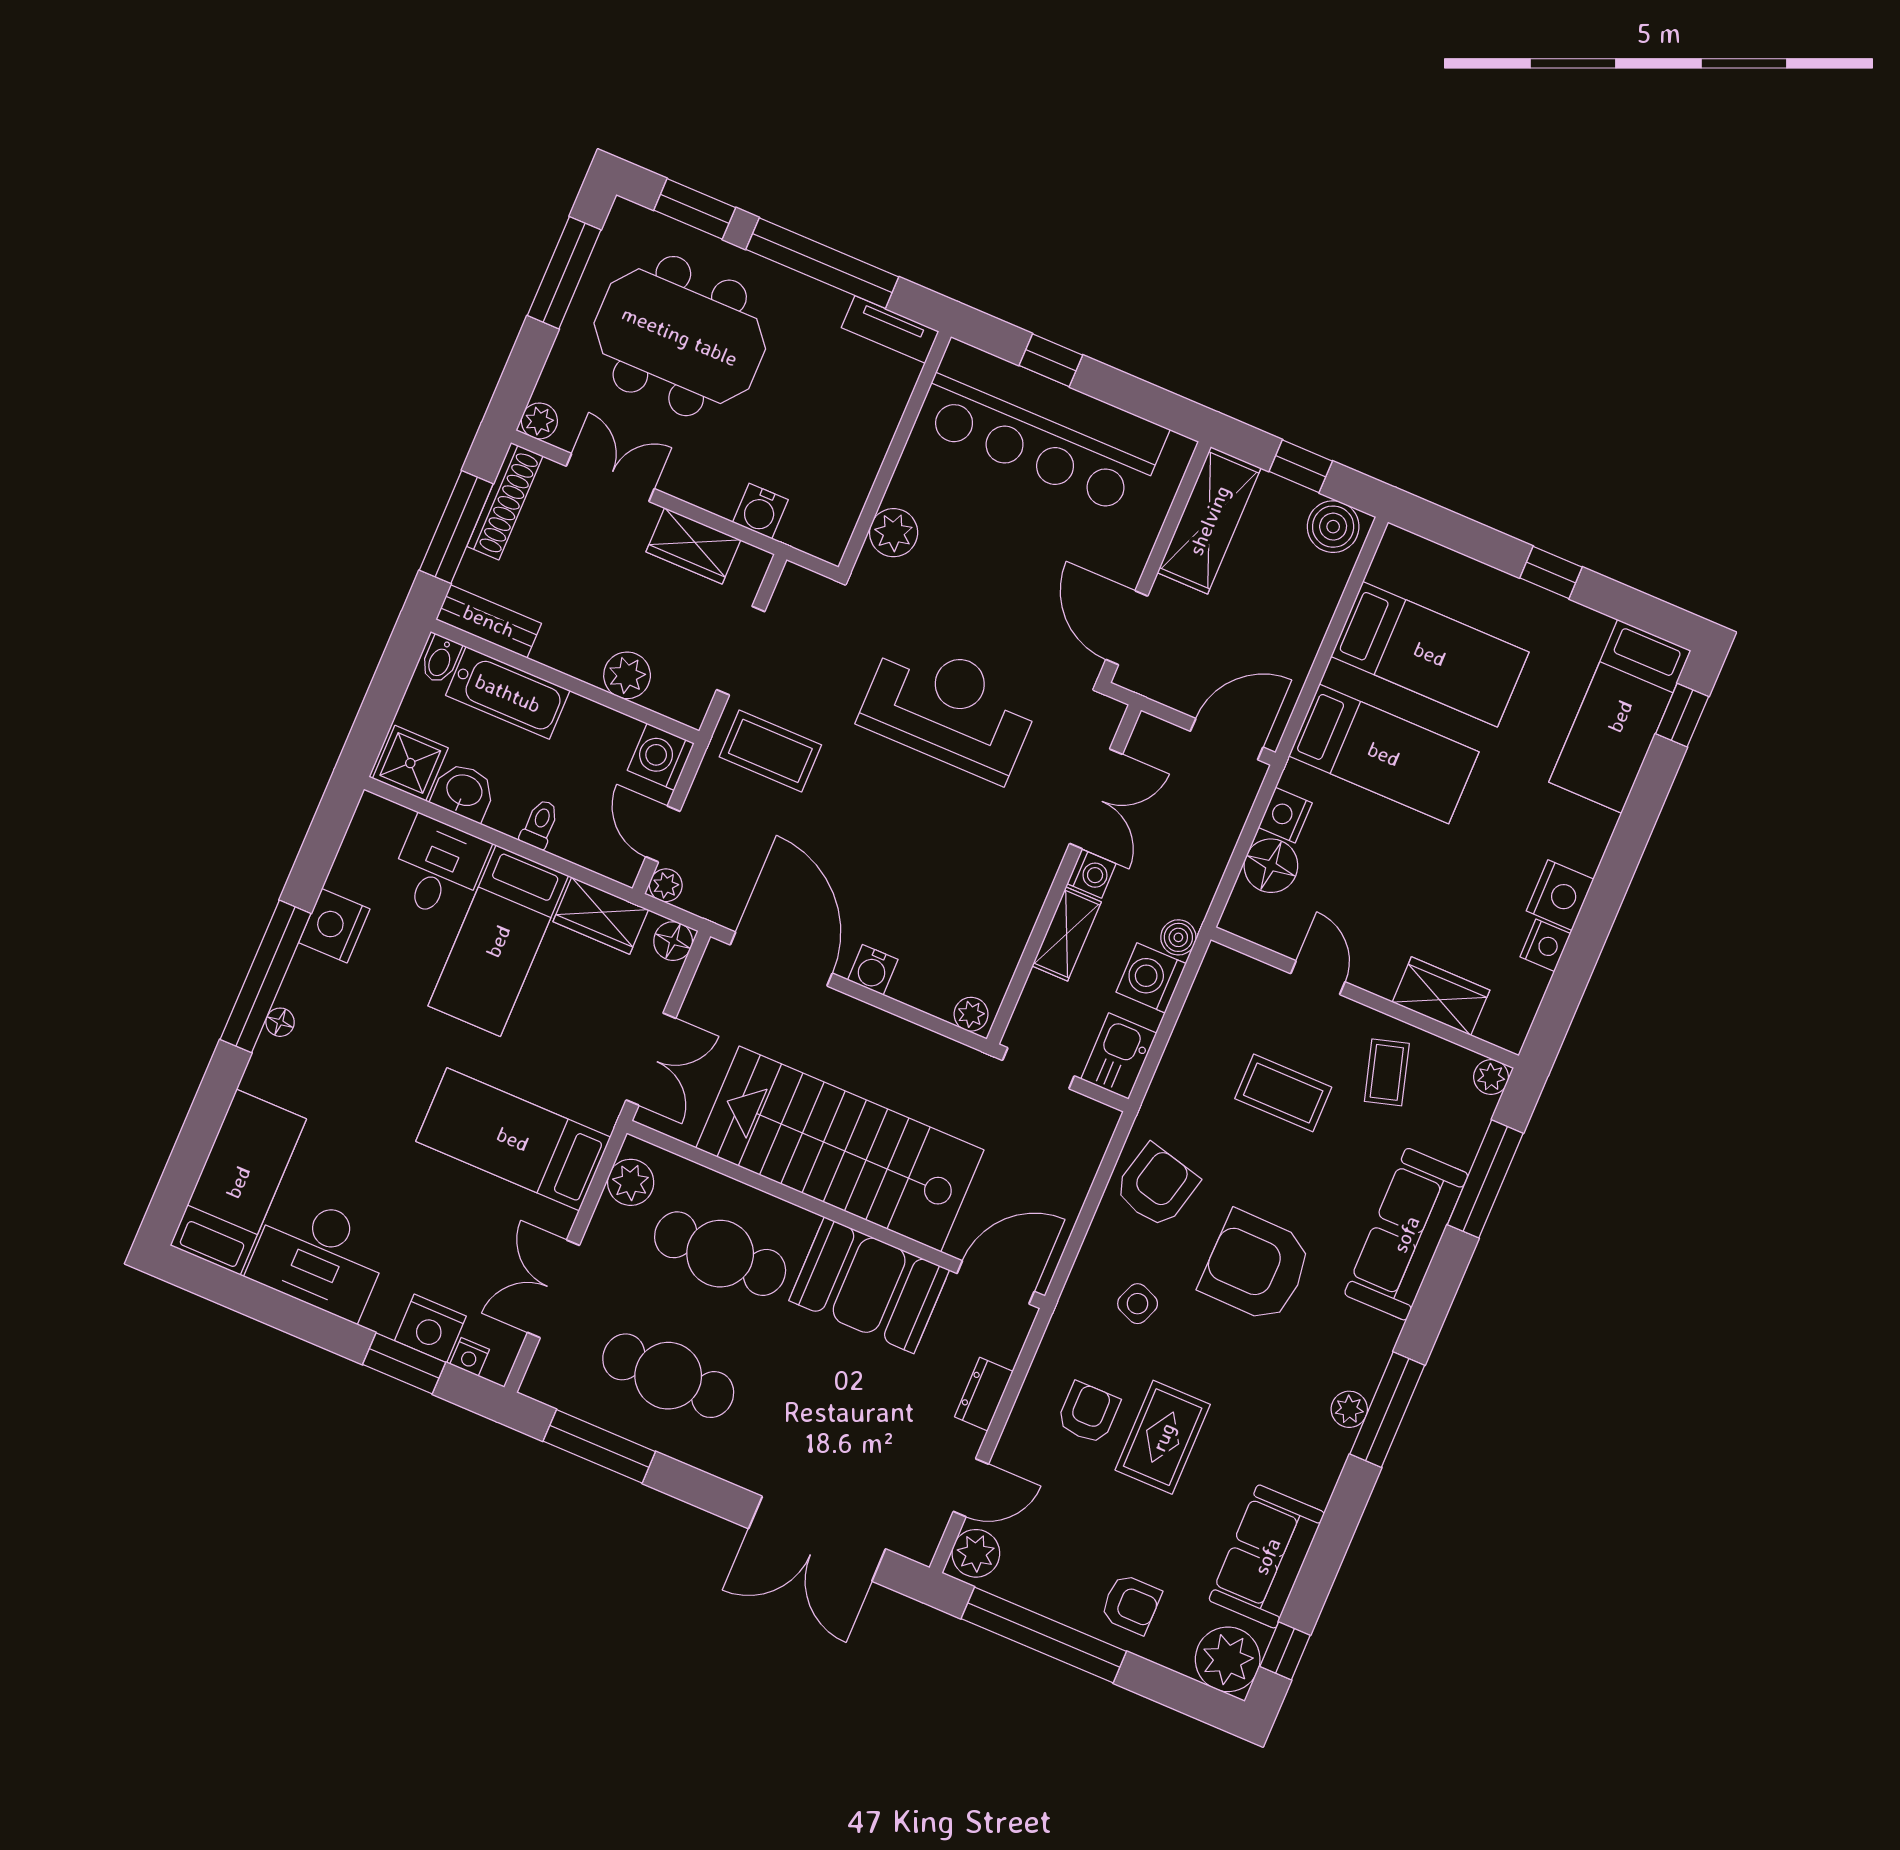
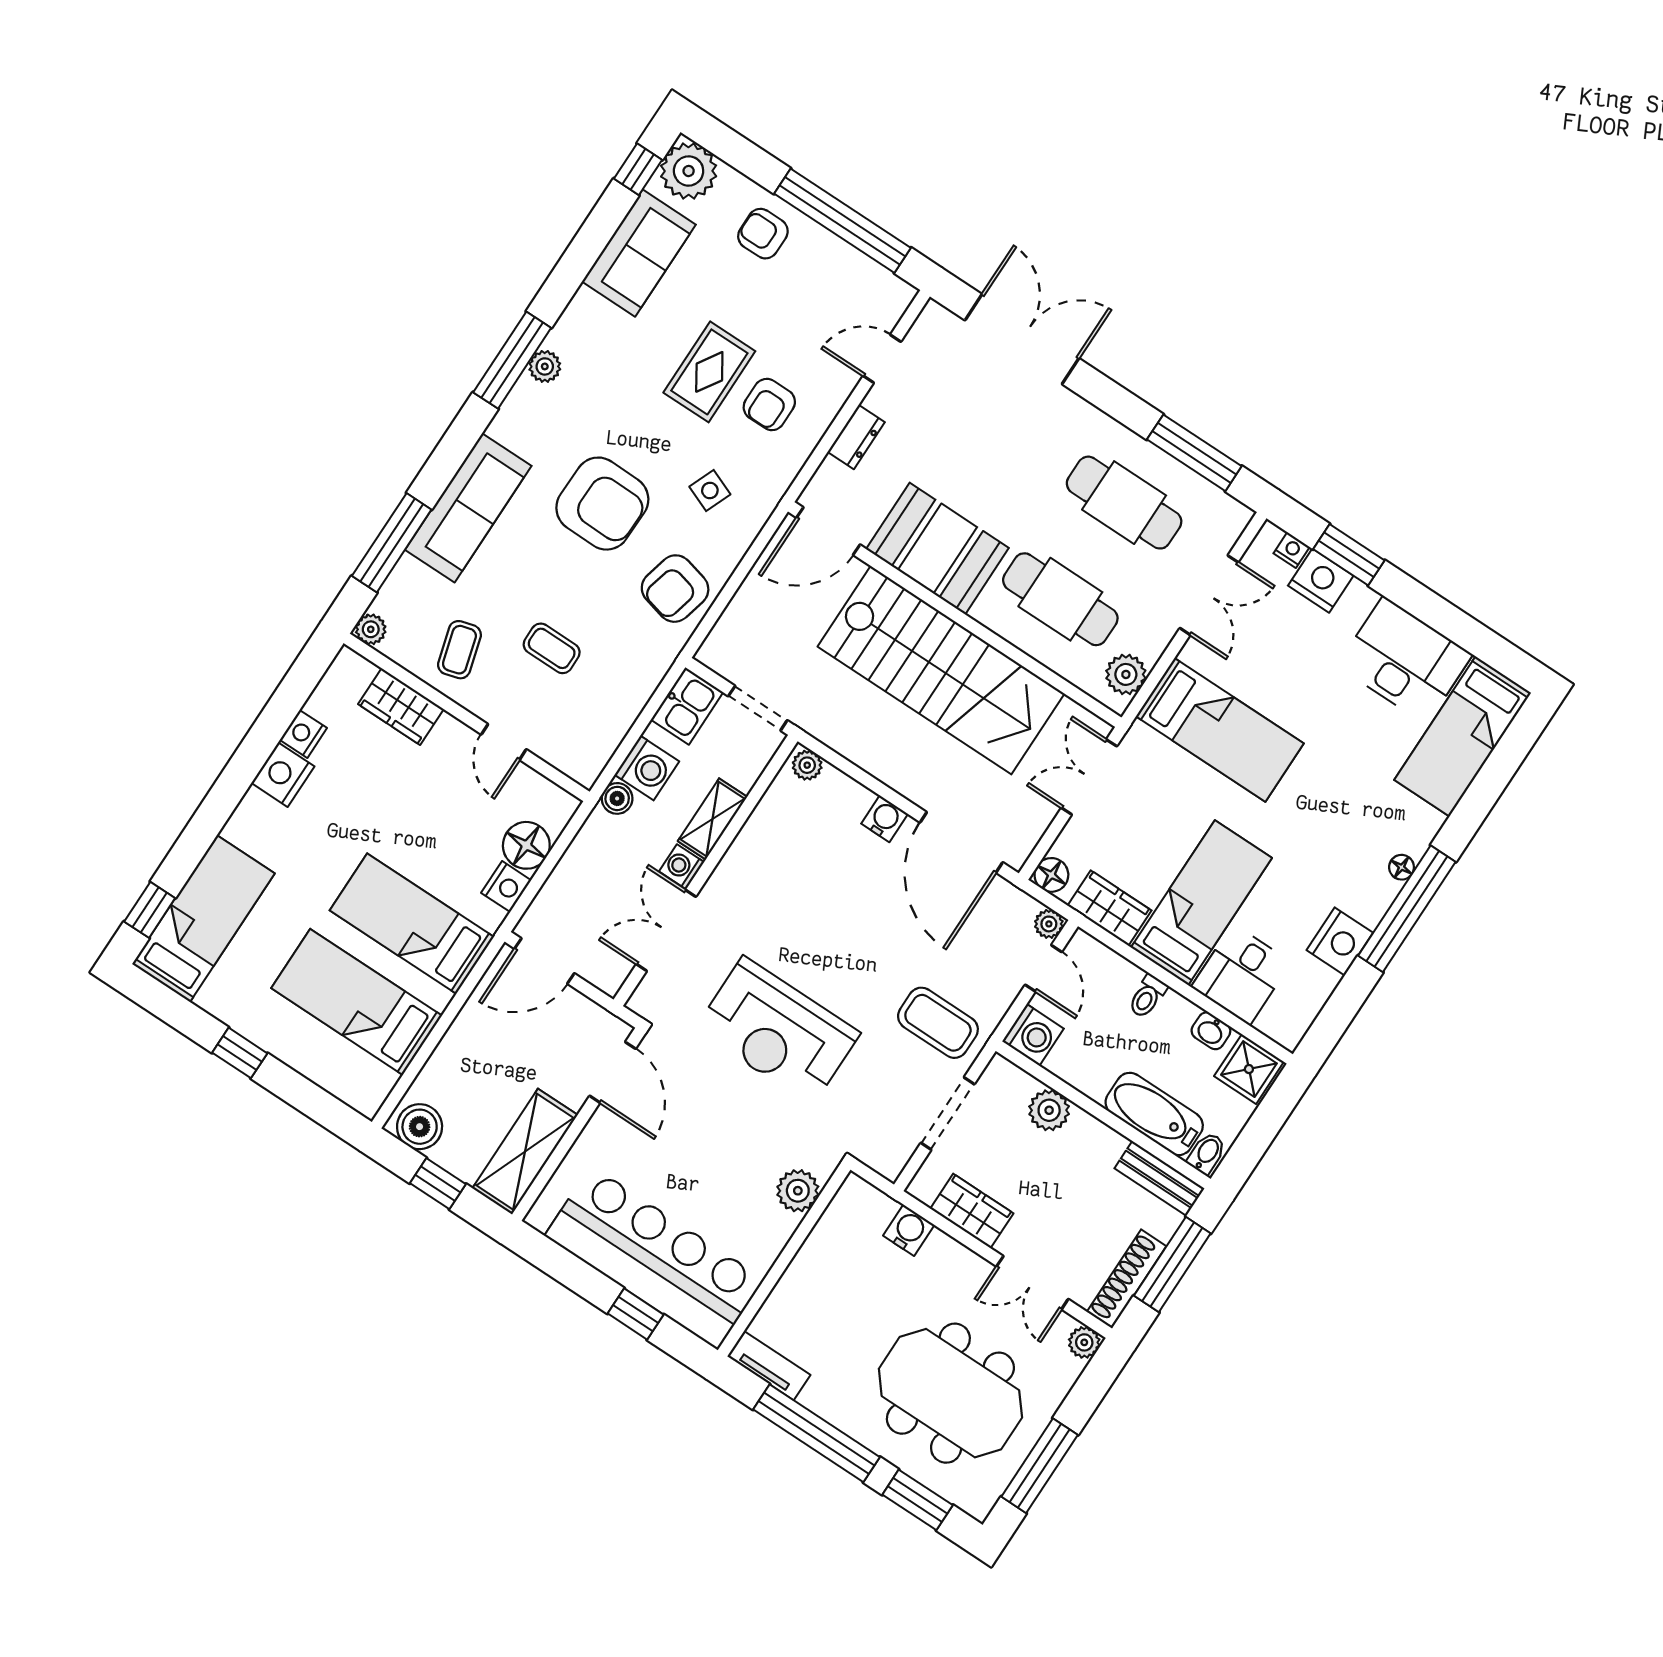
washbasin: (464, 792) -> (1211, 1031), width x0.72, depth x0.69
coffee table: (1283, 1093) -> (552, 648), width x0.73, depth x0.77
plant: (976, 1553) -> (888, 302), removed

